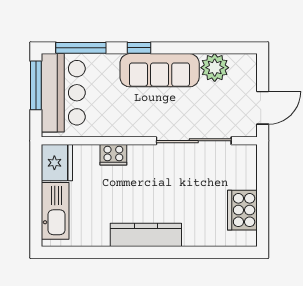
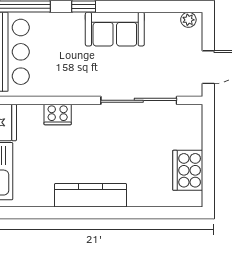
plant: (215, 68) -> (188, 20), moved, width x0.53, depth x0.53
sofa: (160, 70) -> (115, 29), width x0.73

